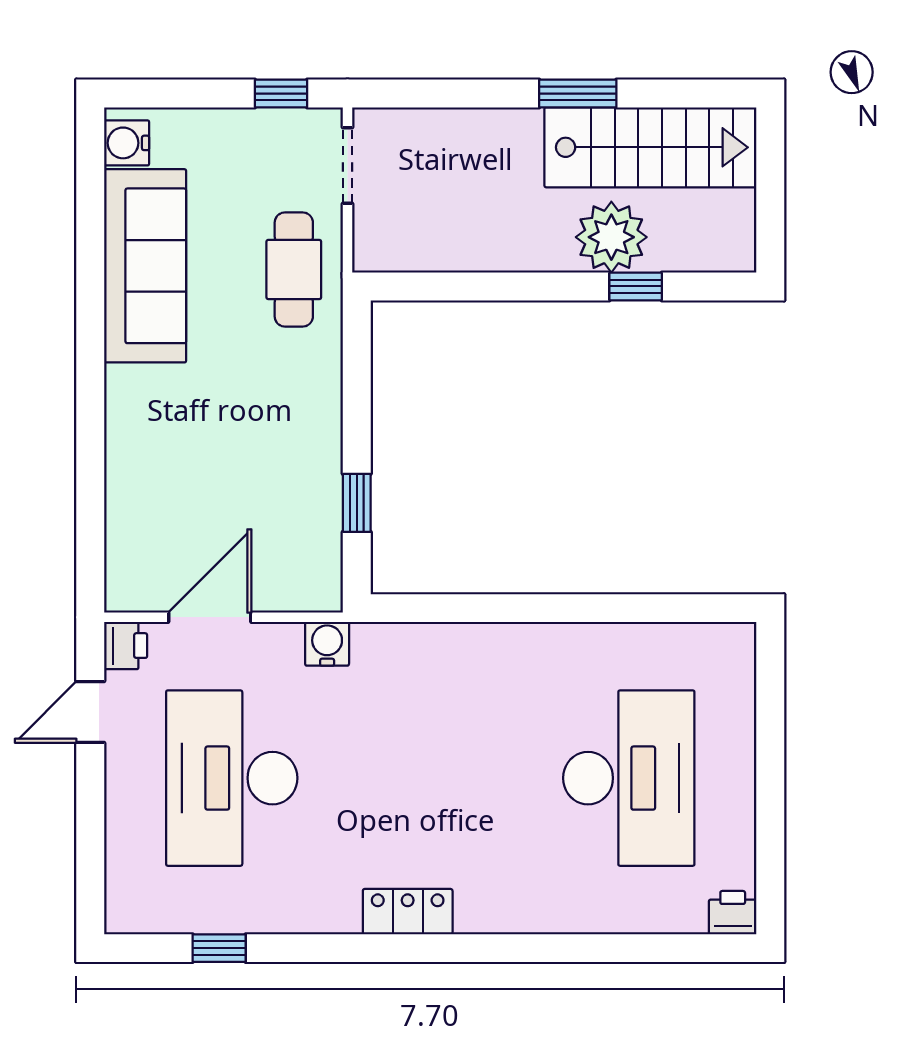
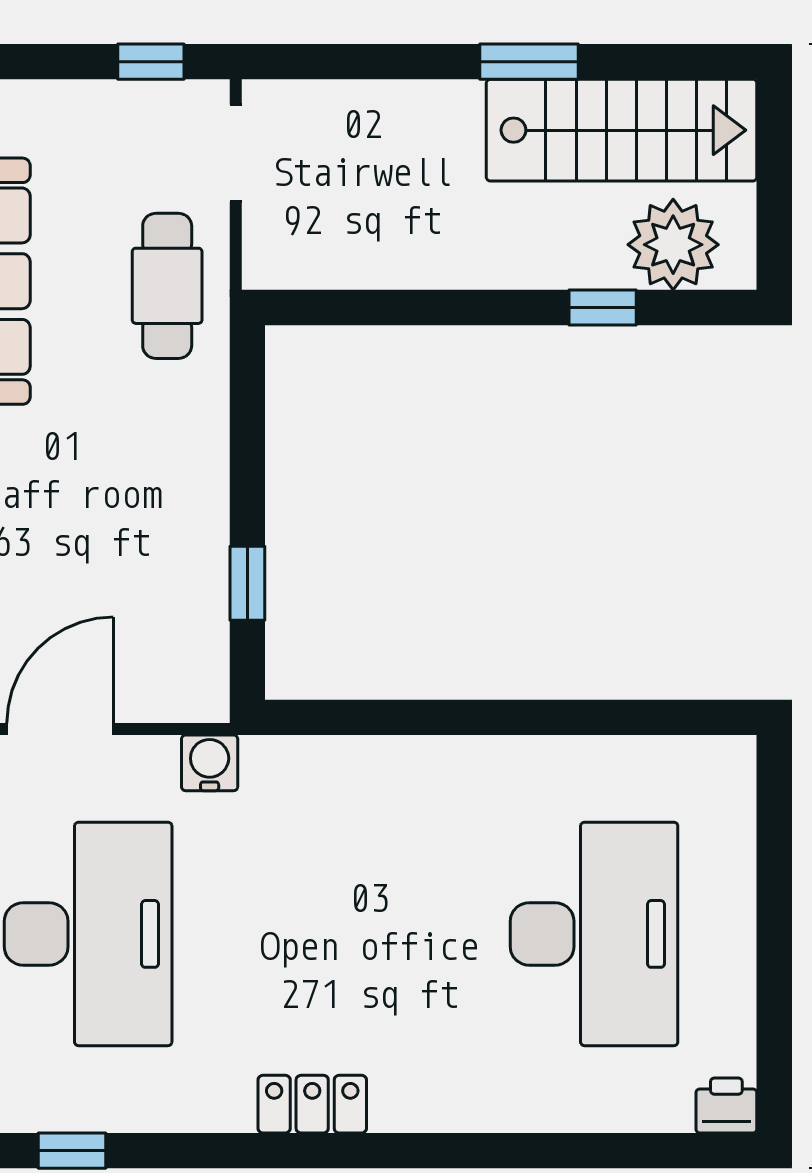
plant: (611, 237) -> (673, 245), moved
desk: (232, 778) -> (88, 934), turned 180

